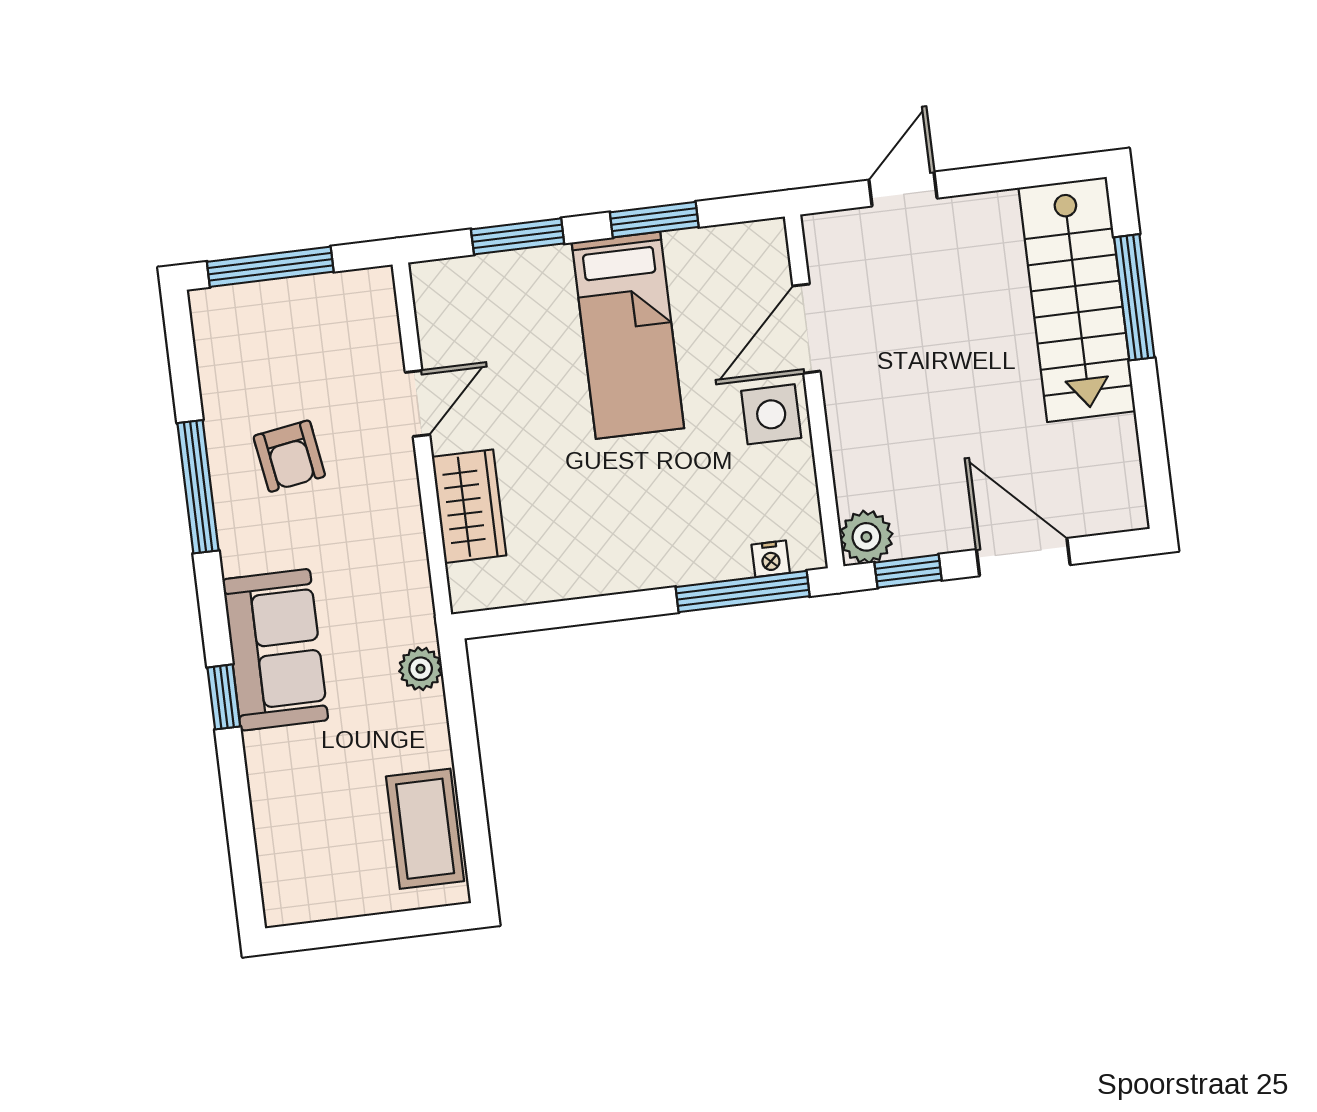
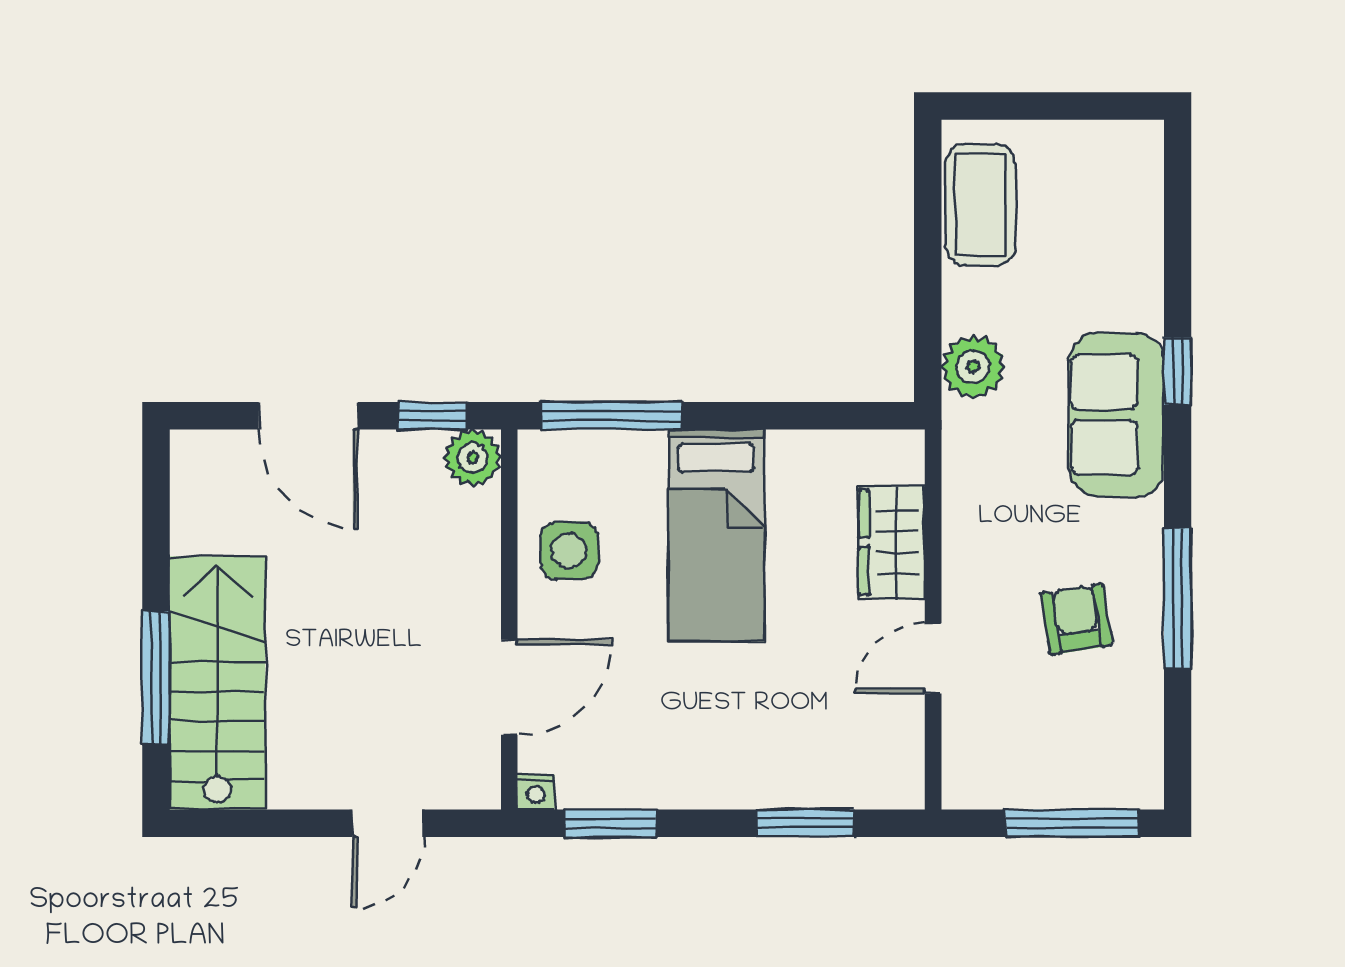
window: (654, 220) -> (611, 823), moved
bed: (628, 335) -> (716, 535), moved, turned 180
side table: (771, 414) -> (569, 551), moved
nightstand: (771, 559) -> (536, 792), moved, turned 180
plant: (421, 669) -> (973, 367), width x1.38, depth x1.38

